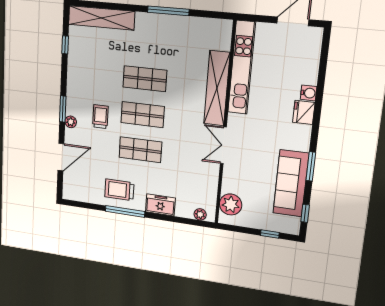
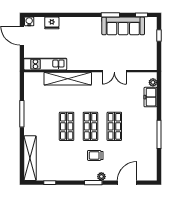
kitchen unit: (242, 68) -> (45, 64), width x0.73
water cooler: (309, 93) -> (29, 21), moved
fridge: (304, 112) -> (52, 23), moved
double door: (223, 145) -> (114, 71), moved
door: (61, 157) -> (127, 183), hinge flipped
trolley: (119, 190) -> (144, 139), removed
plant: (231, 204) -> (143, 63), removed
freezer: (160, 205) -> (151, 97), moved

